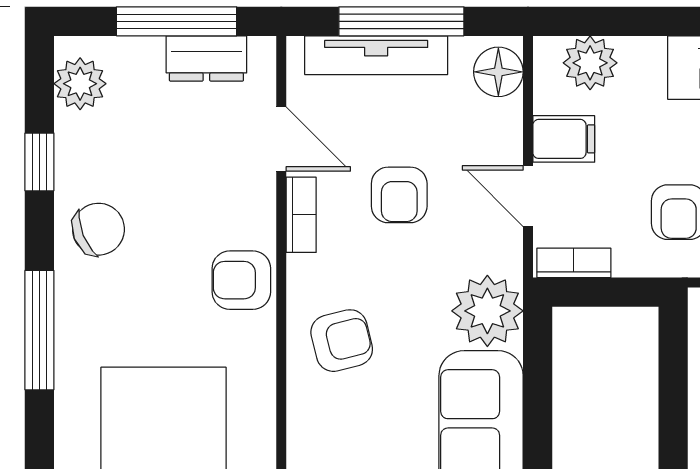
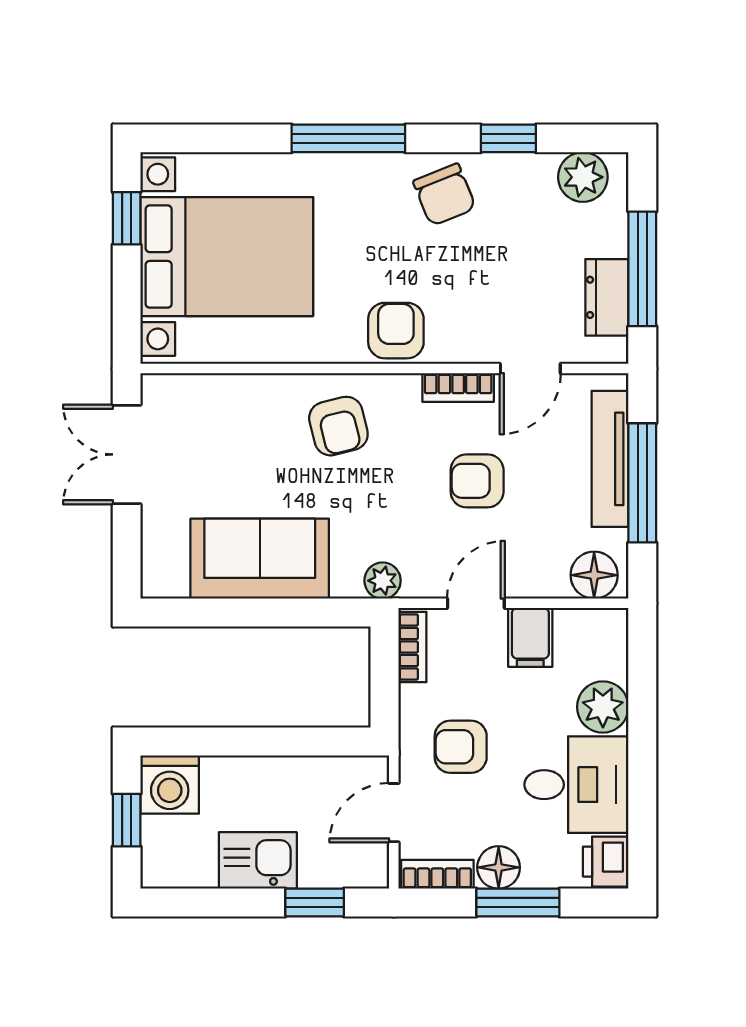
plant: (590, 63) -> (603, 707), moved
plant: (487, 311) -> (383, 581), width x0.53, depth x0.53

